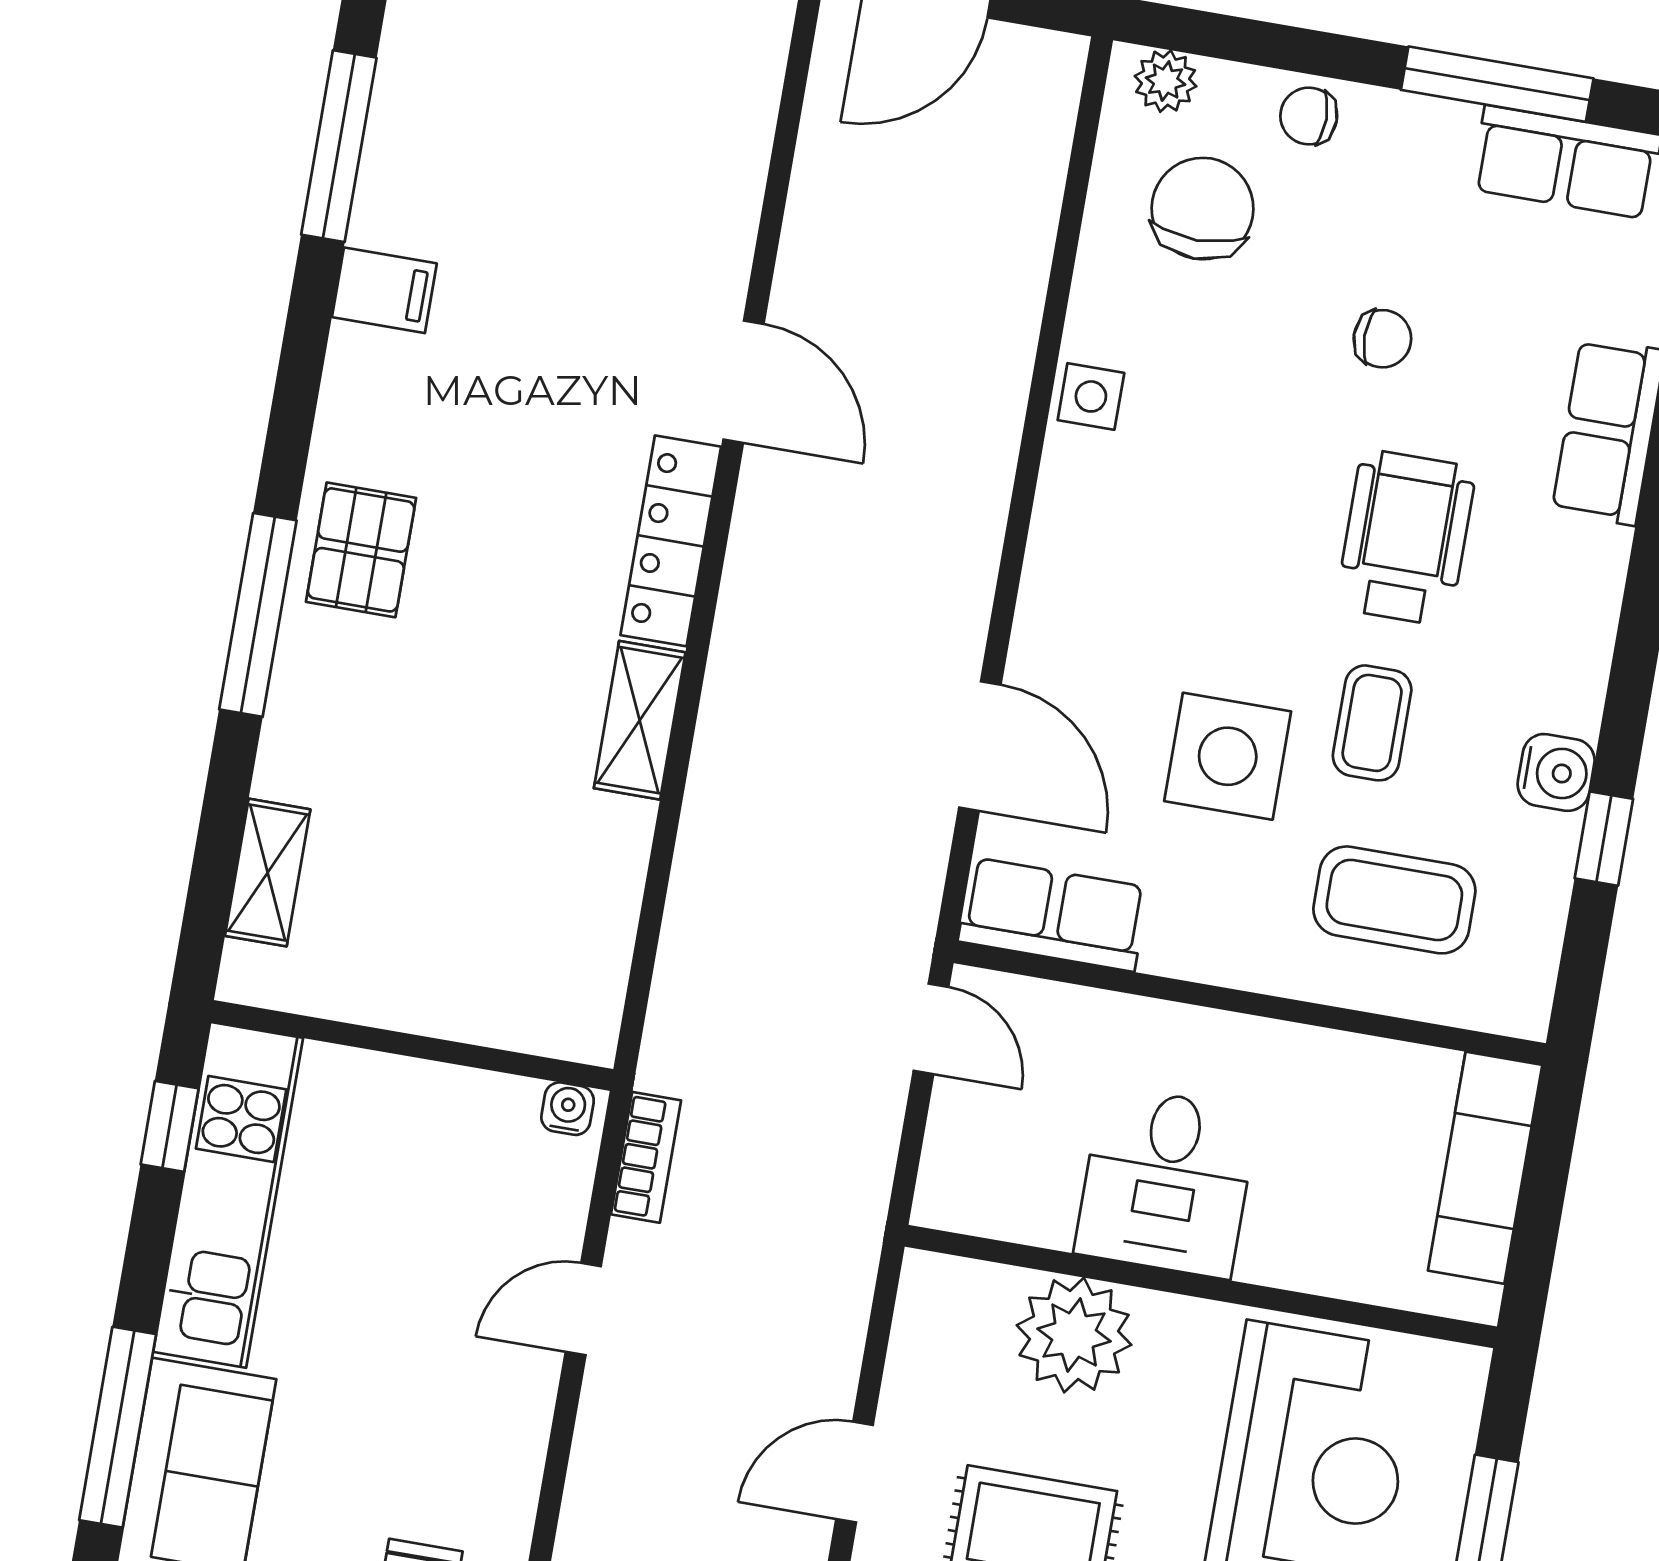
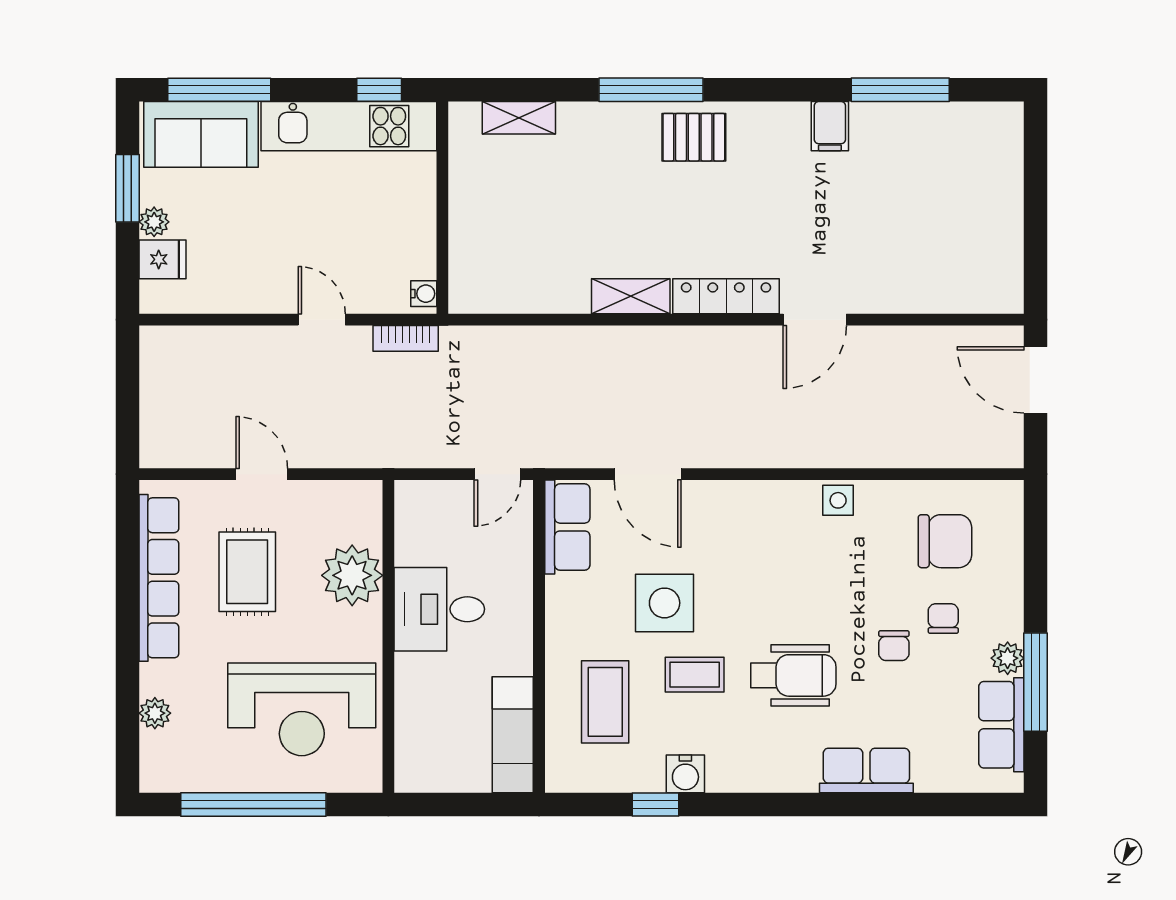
plant: (1166, 81) -> (1008, 658), moved
chair: (1309, 116) -> (943, 619), moved
door: (980, 746) -> (648, 474), hinge flipped
exam couch: (1485, 1168) -> (513, 735), moved, turned -90

